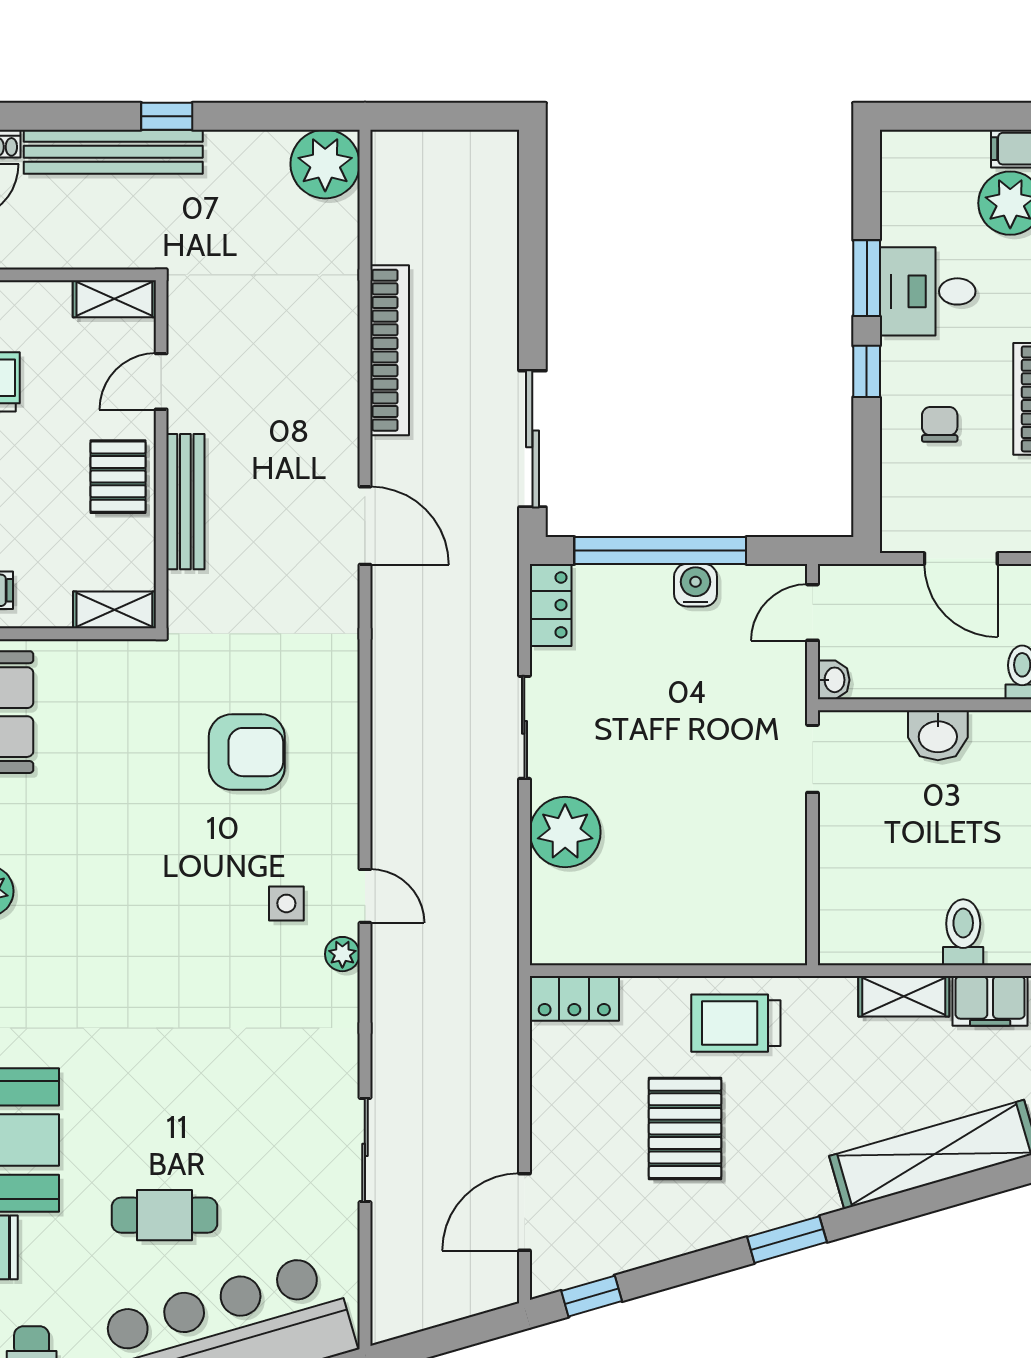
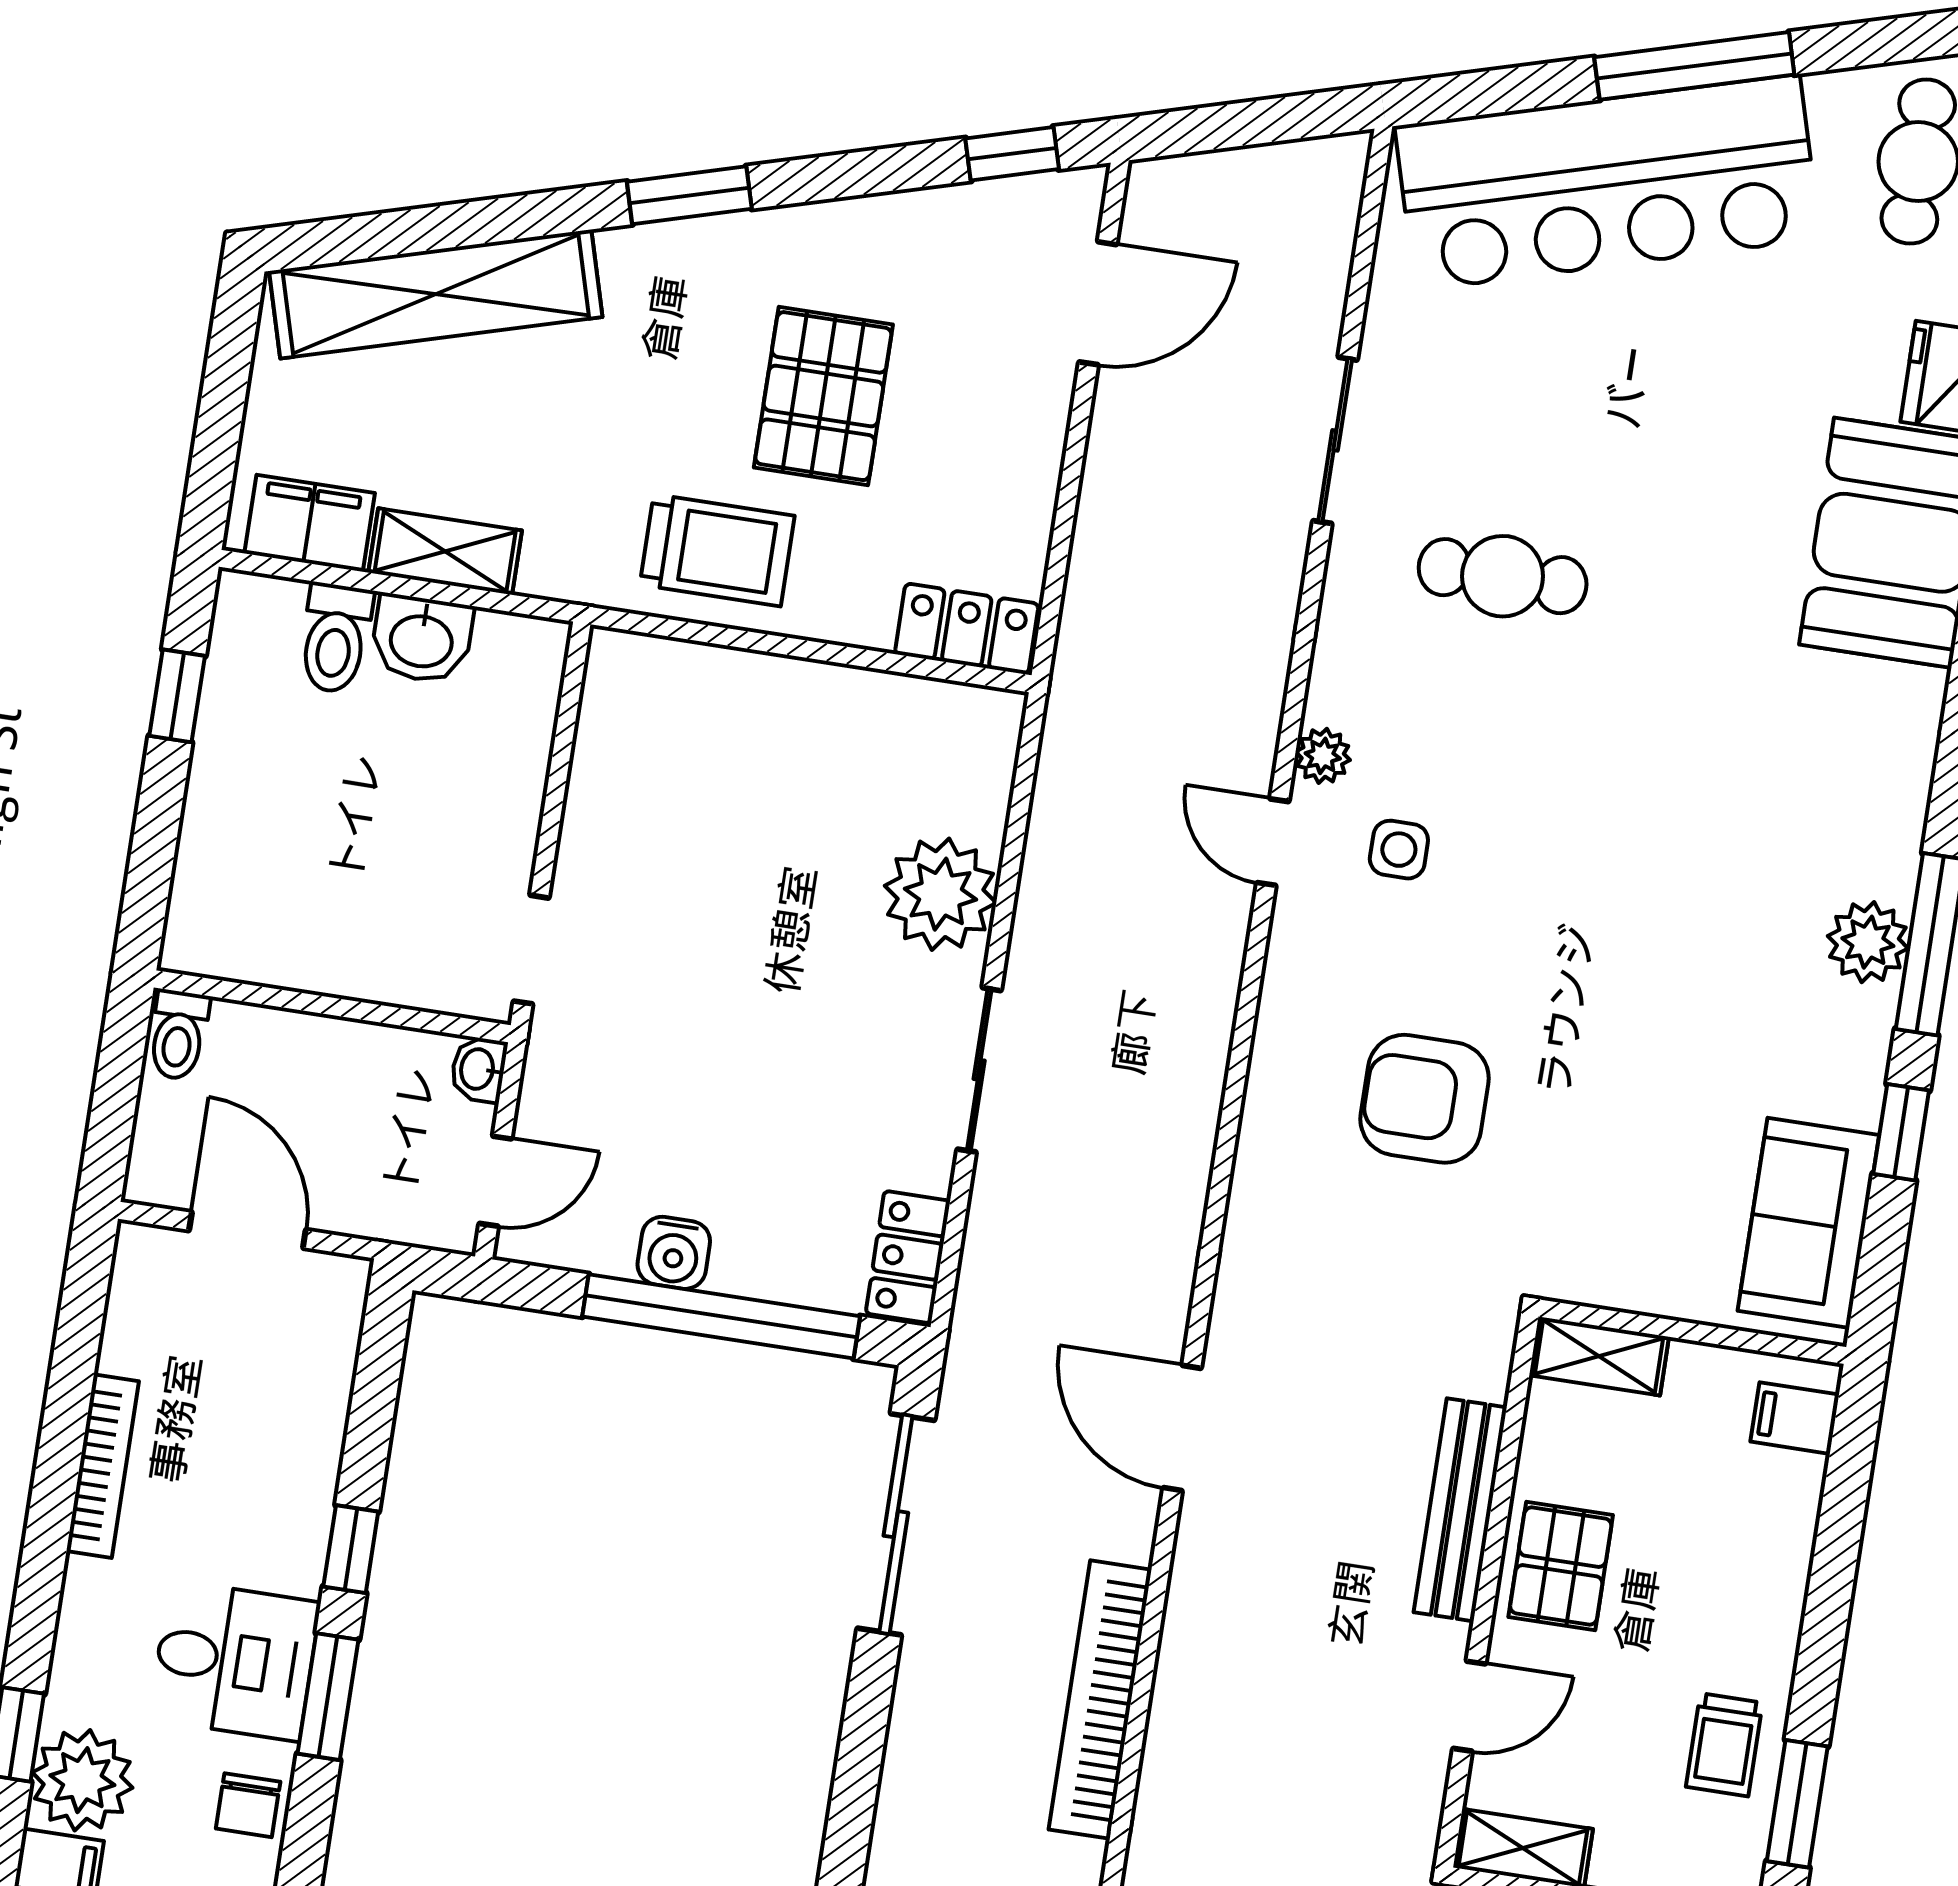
chair: (940, 424) -> (248, 1805), moved
washbasin: (938, 735) -> (422, 639), moved, turned 180
cafe table: (165, 1215) -> (1503, 576), moved

